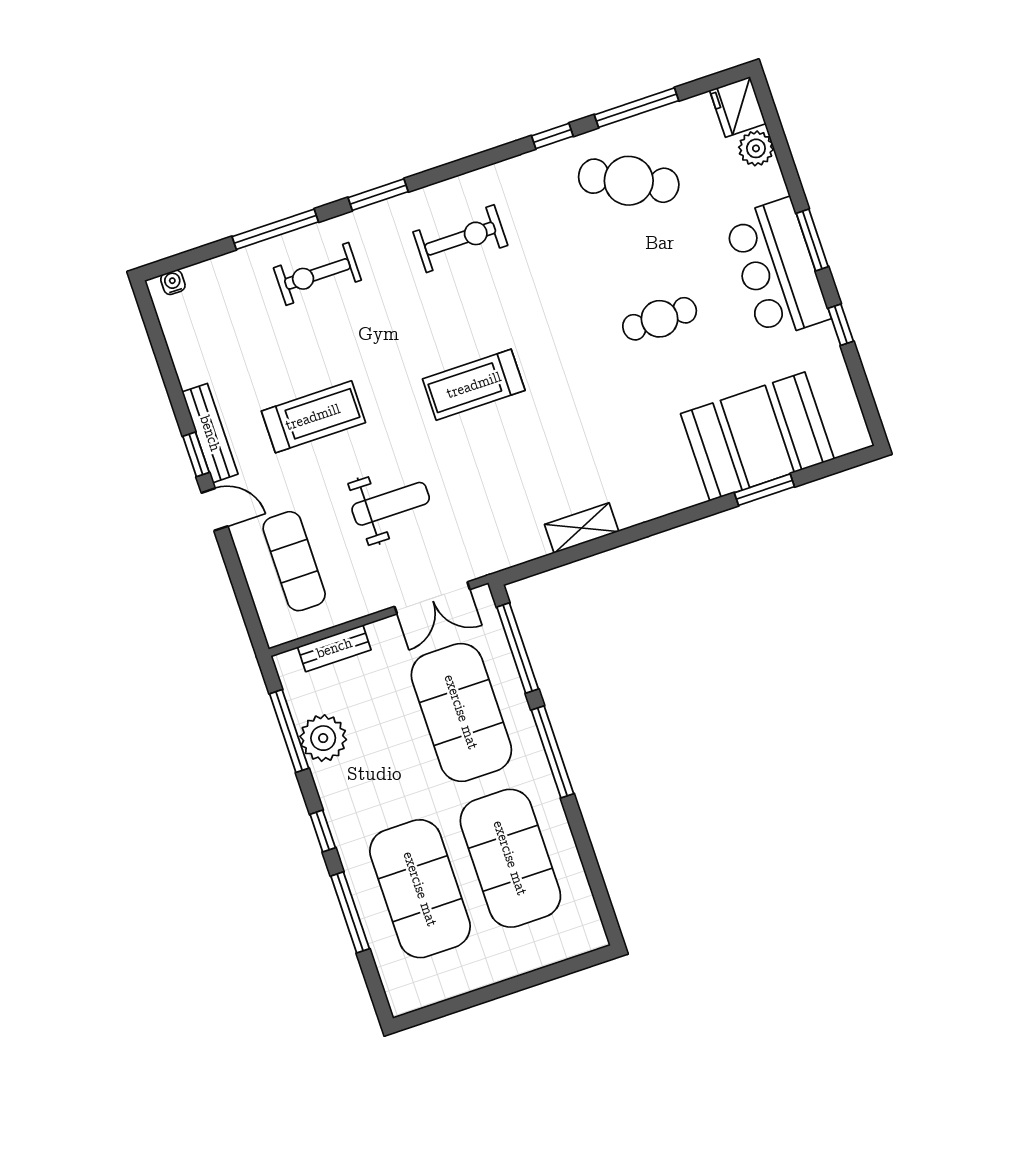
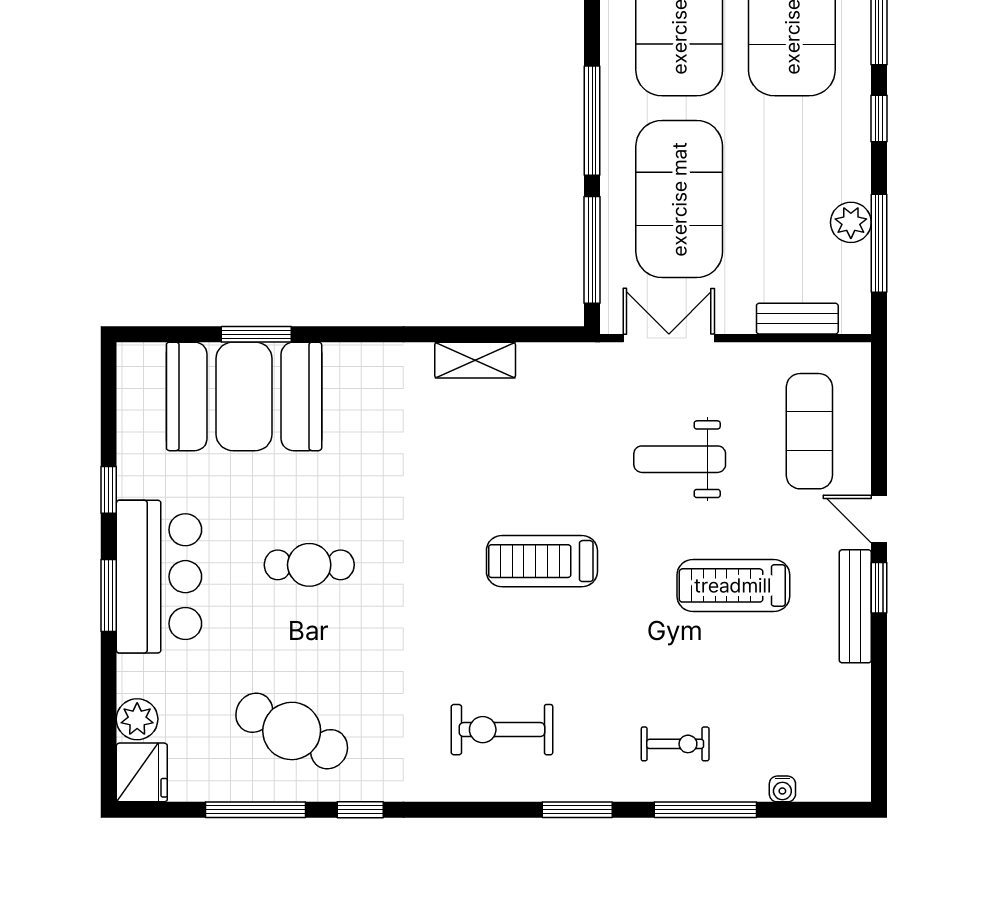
exercise bike: (317, 274) -> (675, 744), width x0.73, depth x0.72
water cooler: (173, 282) -> (782, 789), moved
treadmill: (474, 385) -> (542, 561), turned 180
plant: (323, 738) -> (851, 222), width x0.73, depth x0.73

